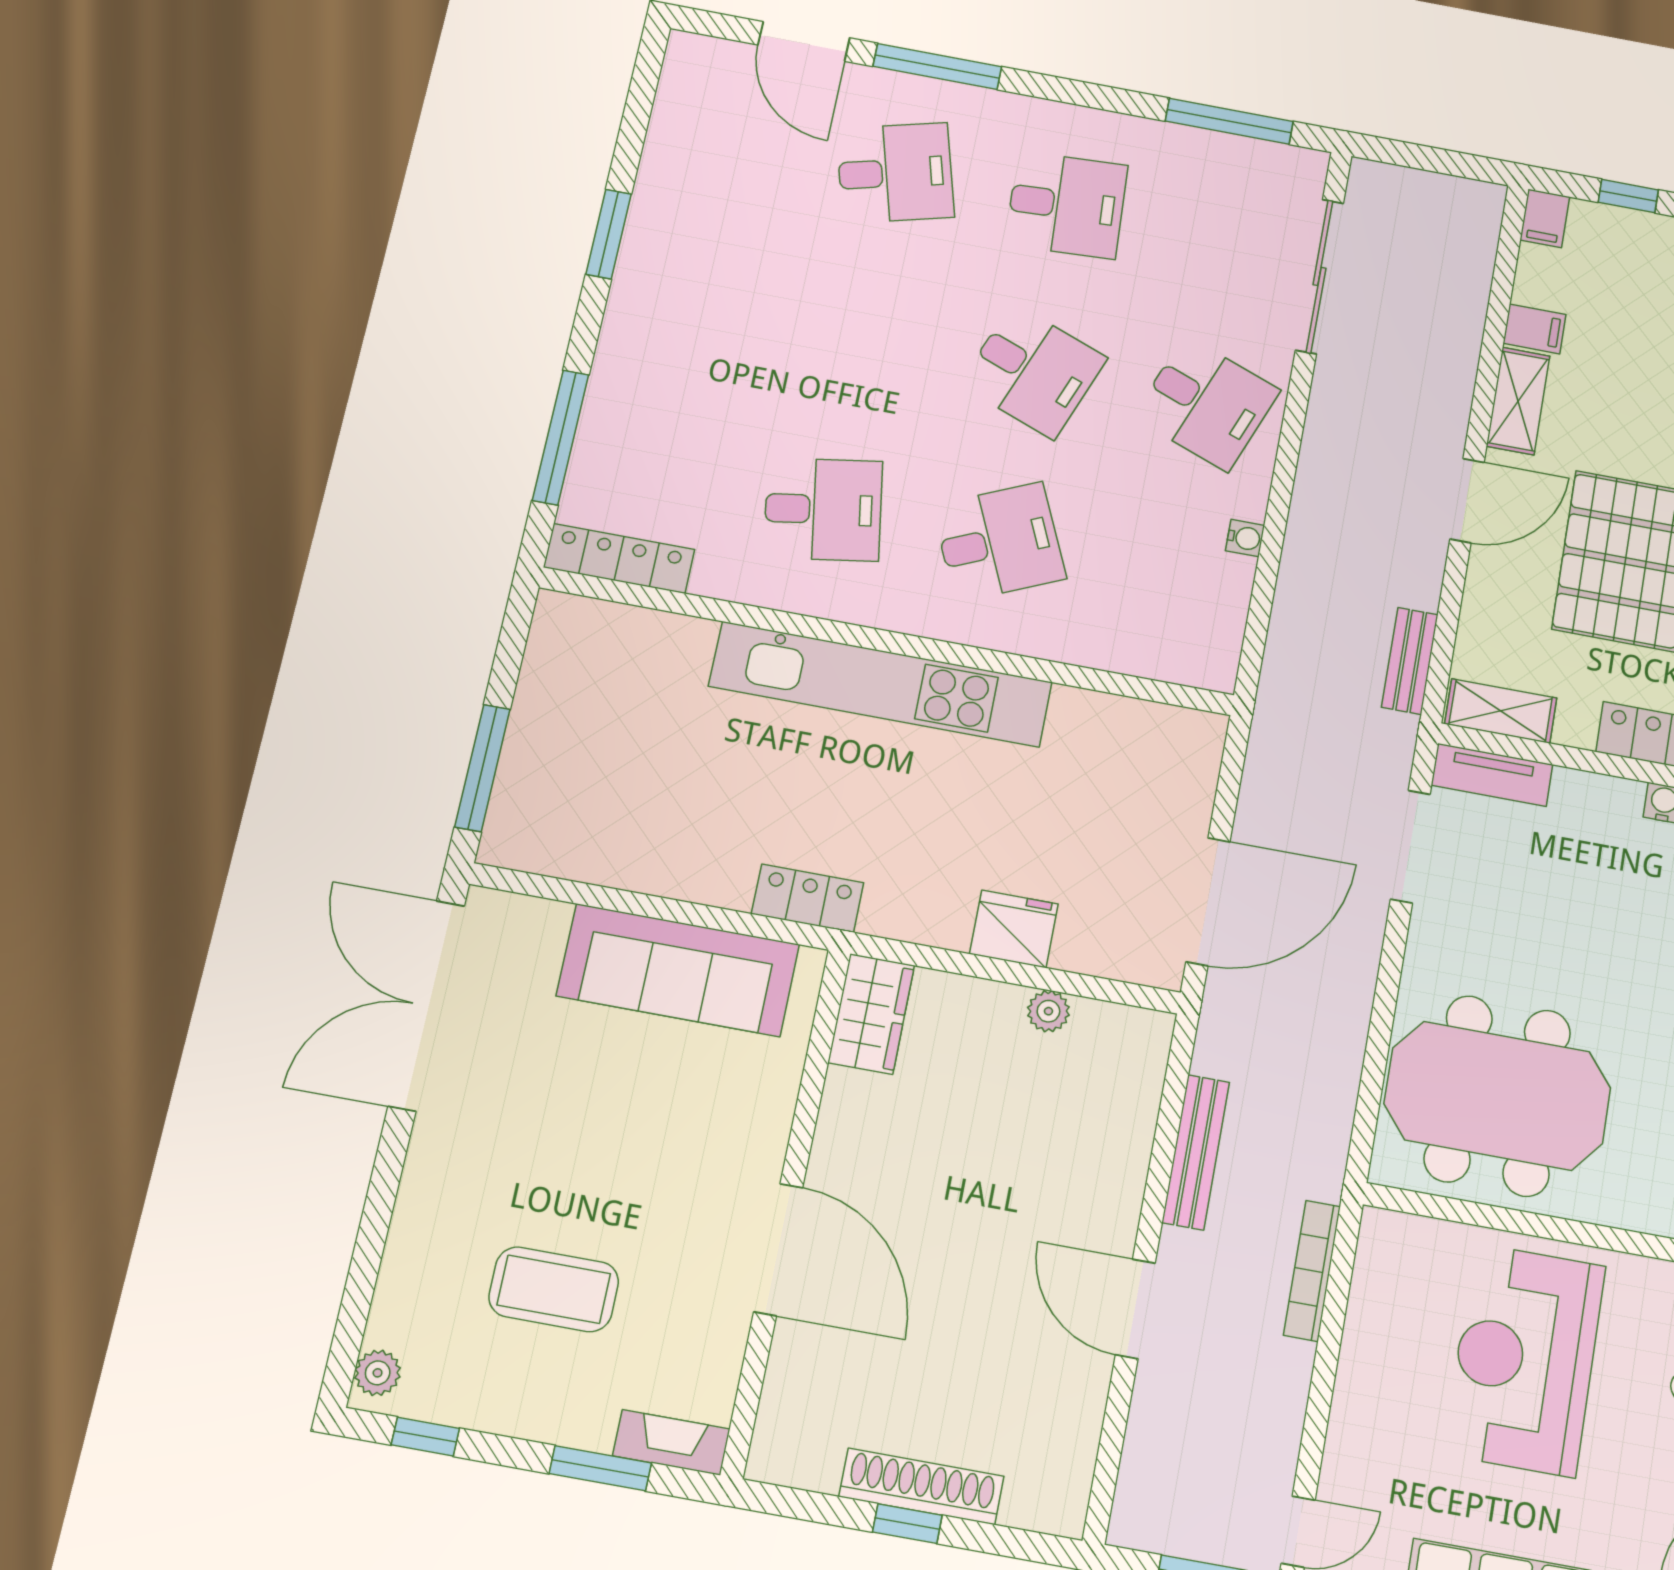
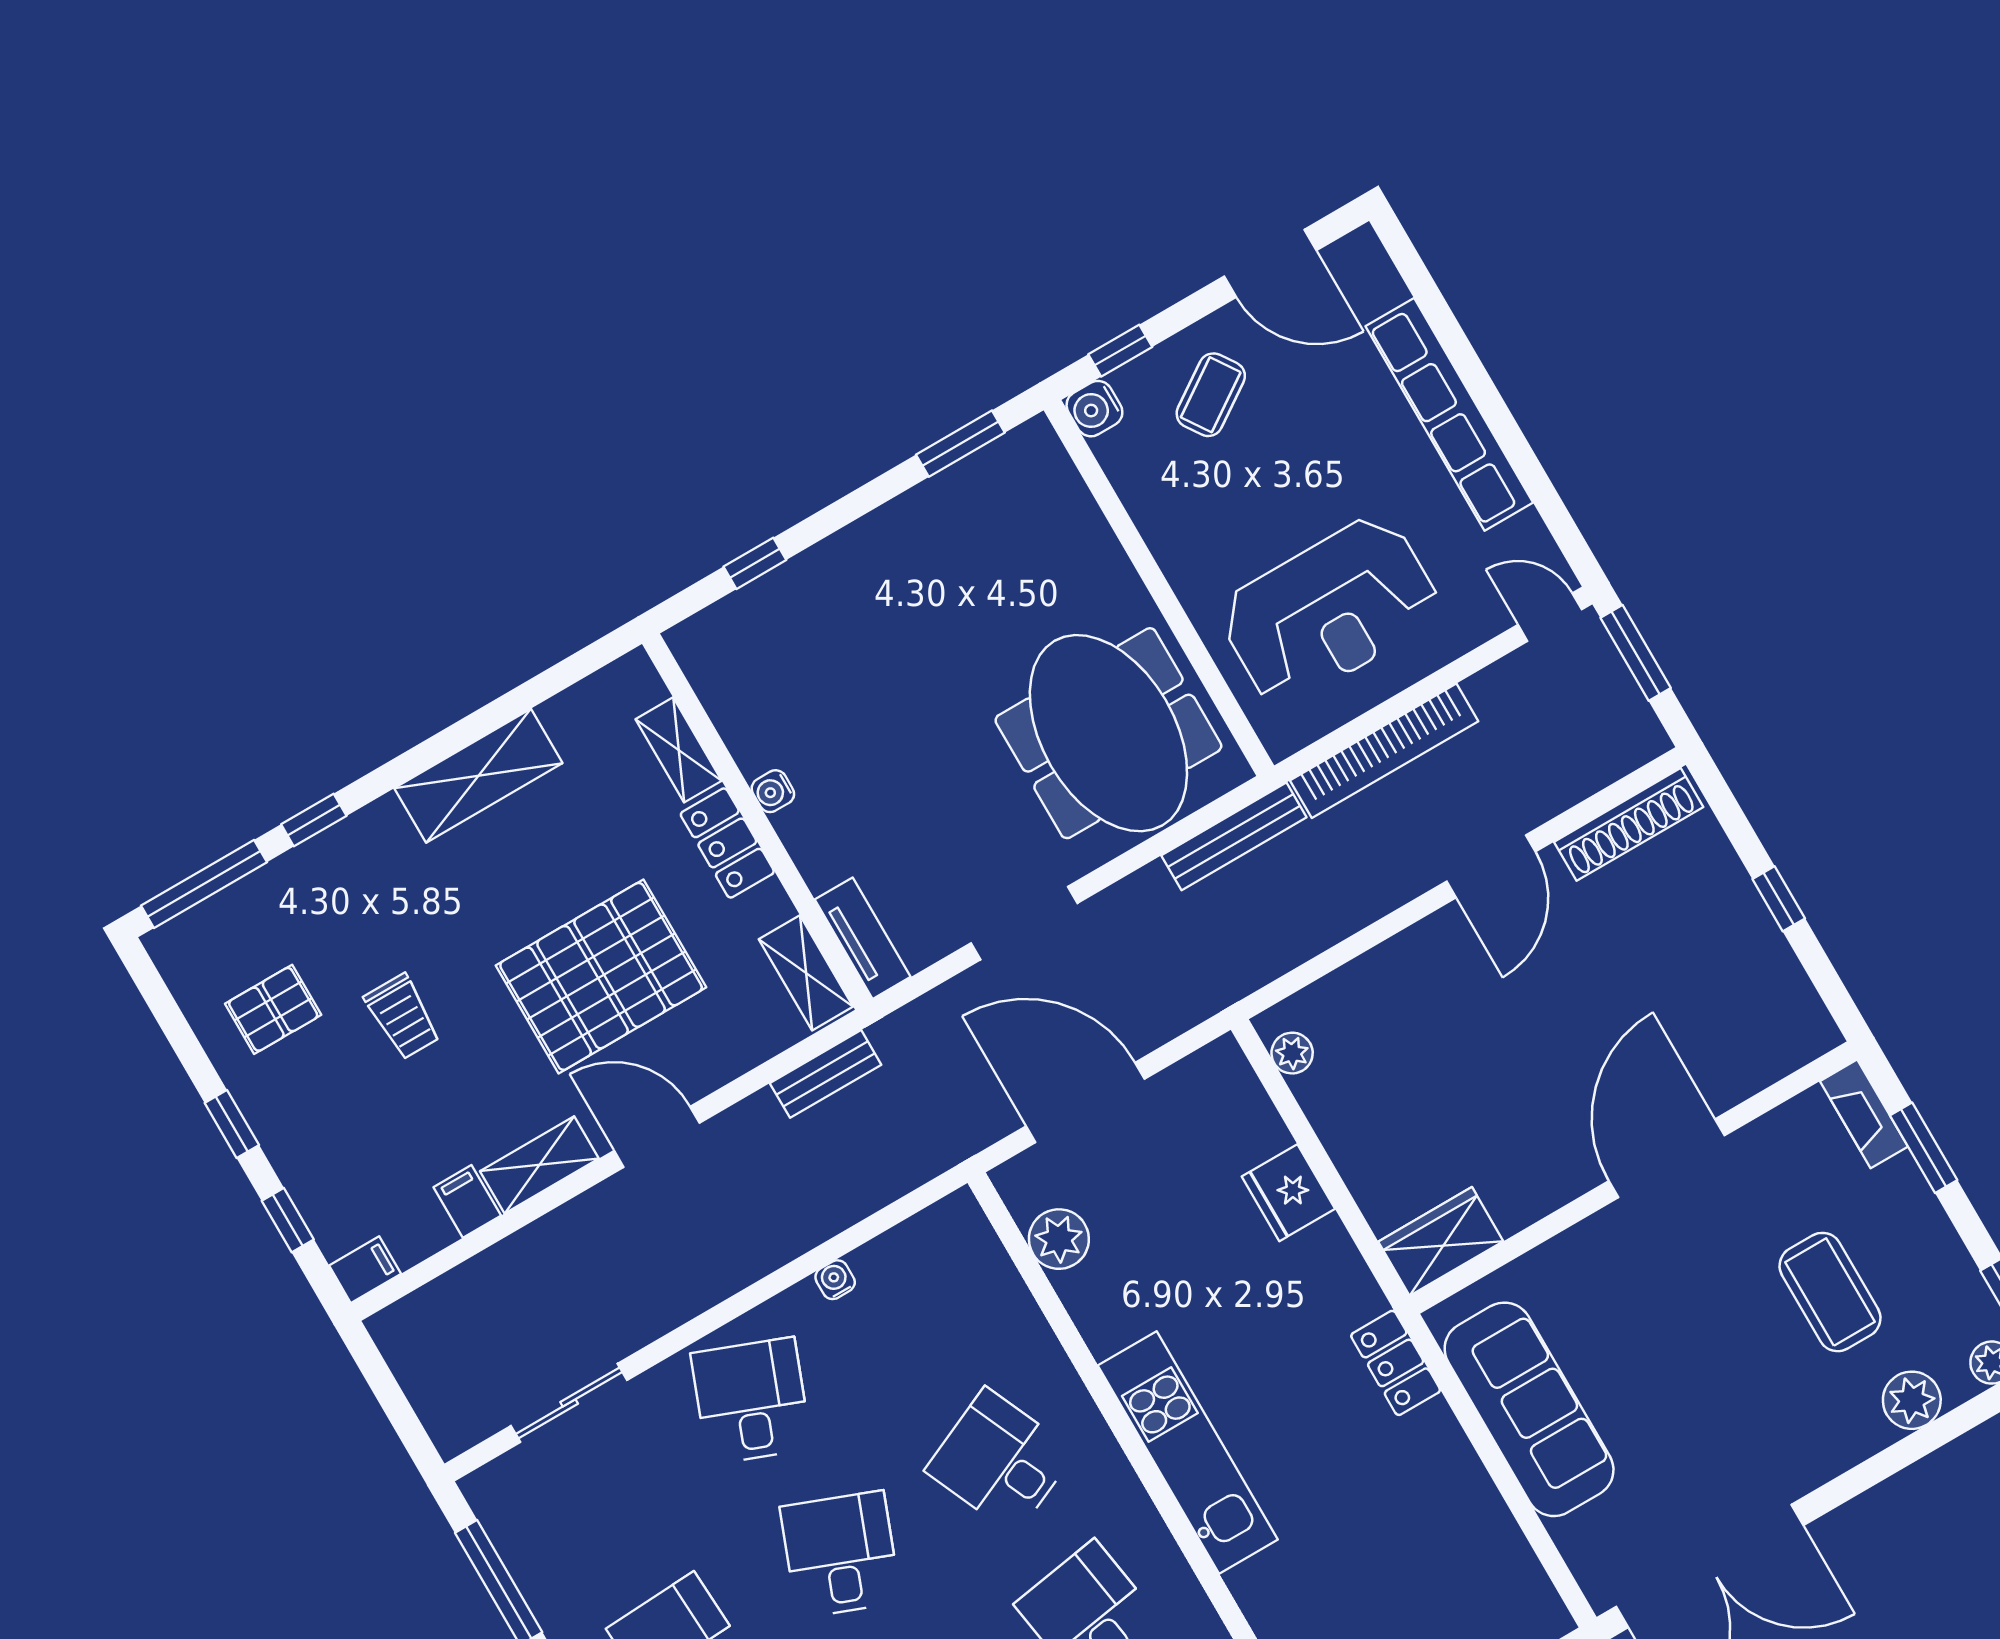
sliding door: (1320, 276) -> (569, 1403), width x0.73
kitchen unit: (881, 684) -> (1188, 1452), width x0.73
plant: (1131, 726) -> (1059, 1239), added
doorway: (1410, 847) -> (1024, 923), moved
door: (1208, 902) -> (1085, 1102), moved
plant: (1048, 1011) -> (1292, 1053), moved
bench: (1196, 1152) -> (1234, 836), moved
bookcase: (1312, 1271) -> (1384, 751), width x1.48, depth x1.31
plant: (407, 1281) -> (1912, 1400), added
reception desk: (1525, 1360) -> (1330, 611), moved
shoe rack: (921, 1486) -> (1629, 824), moved, turned -90

